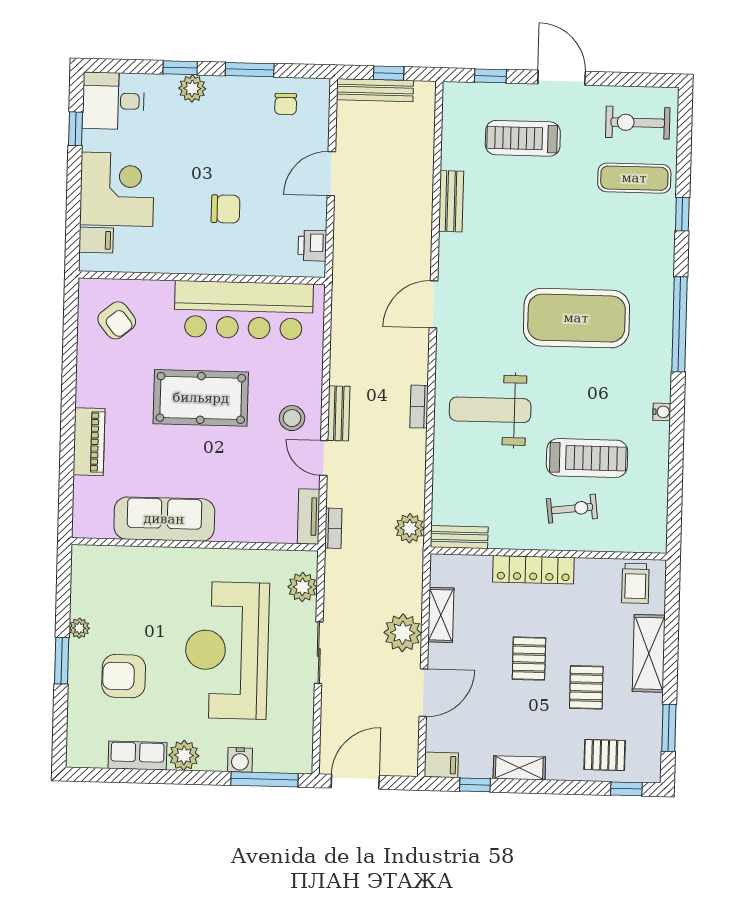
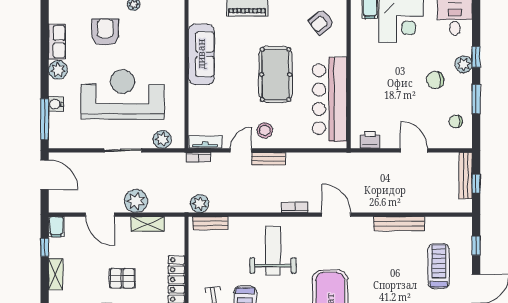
bench: (451, 201) -> (399, 224), width x1.36
chair: (226, 209) -> (435, 80), moved, turned 83
bookcase: (419, 407) -> (295, 207), moved
bench: (459, 537) -> (210, 223), moved, turned 90

